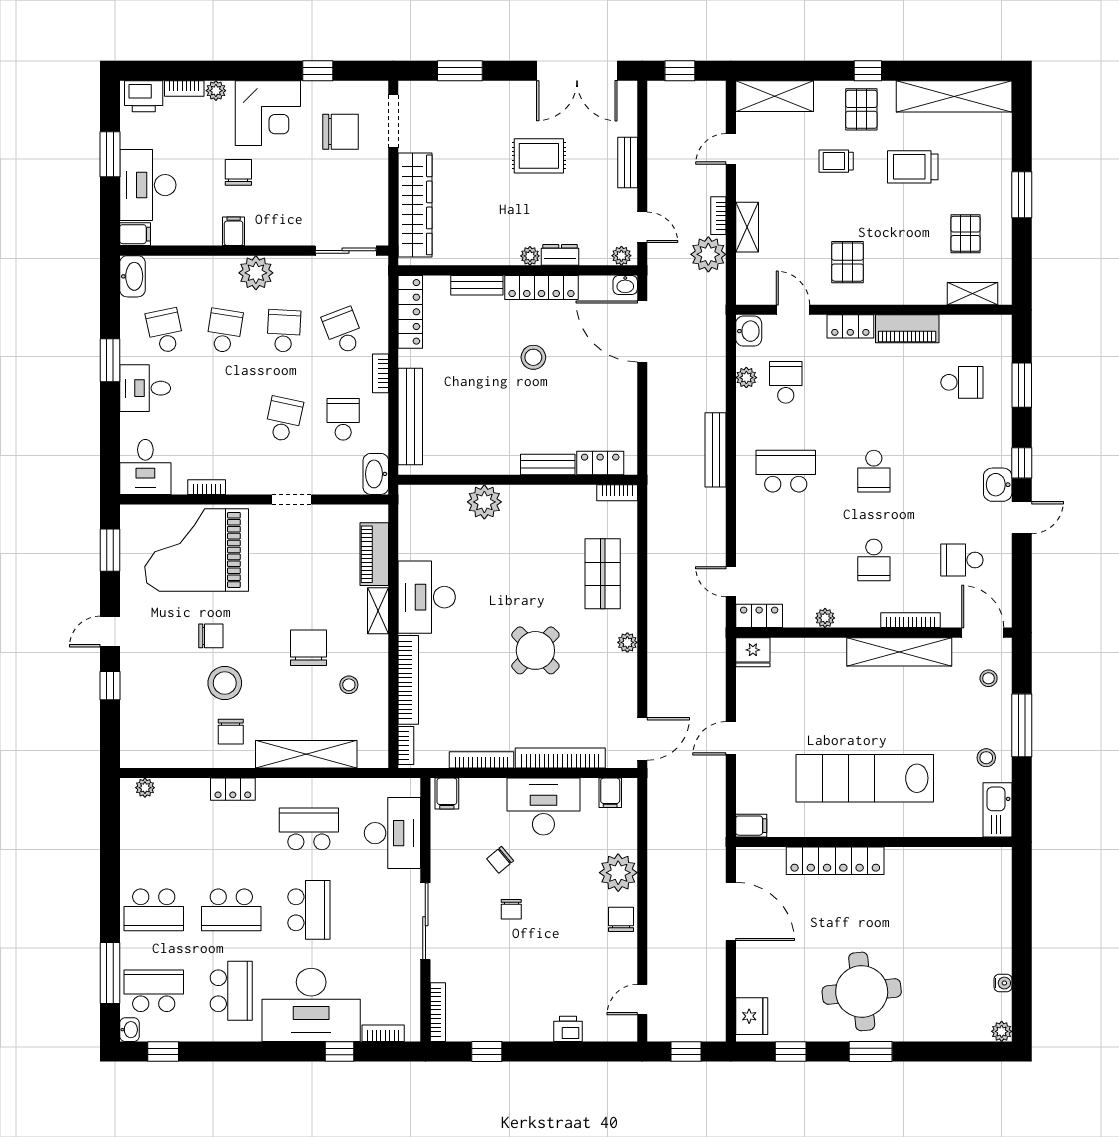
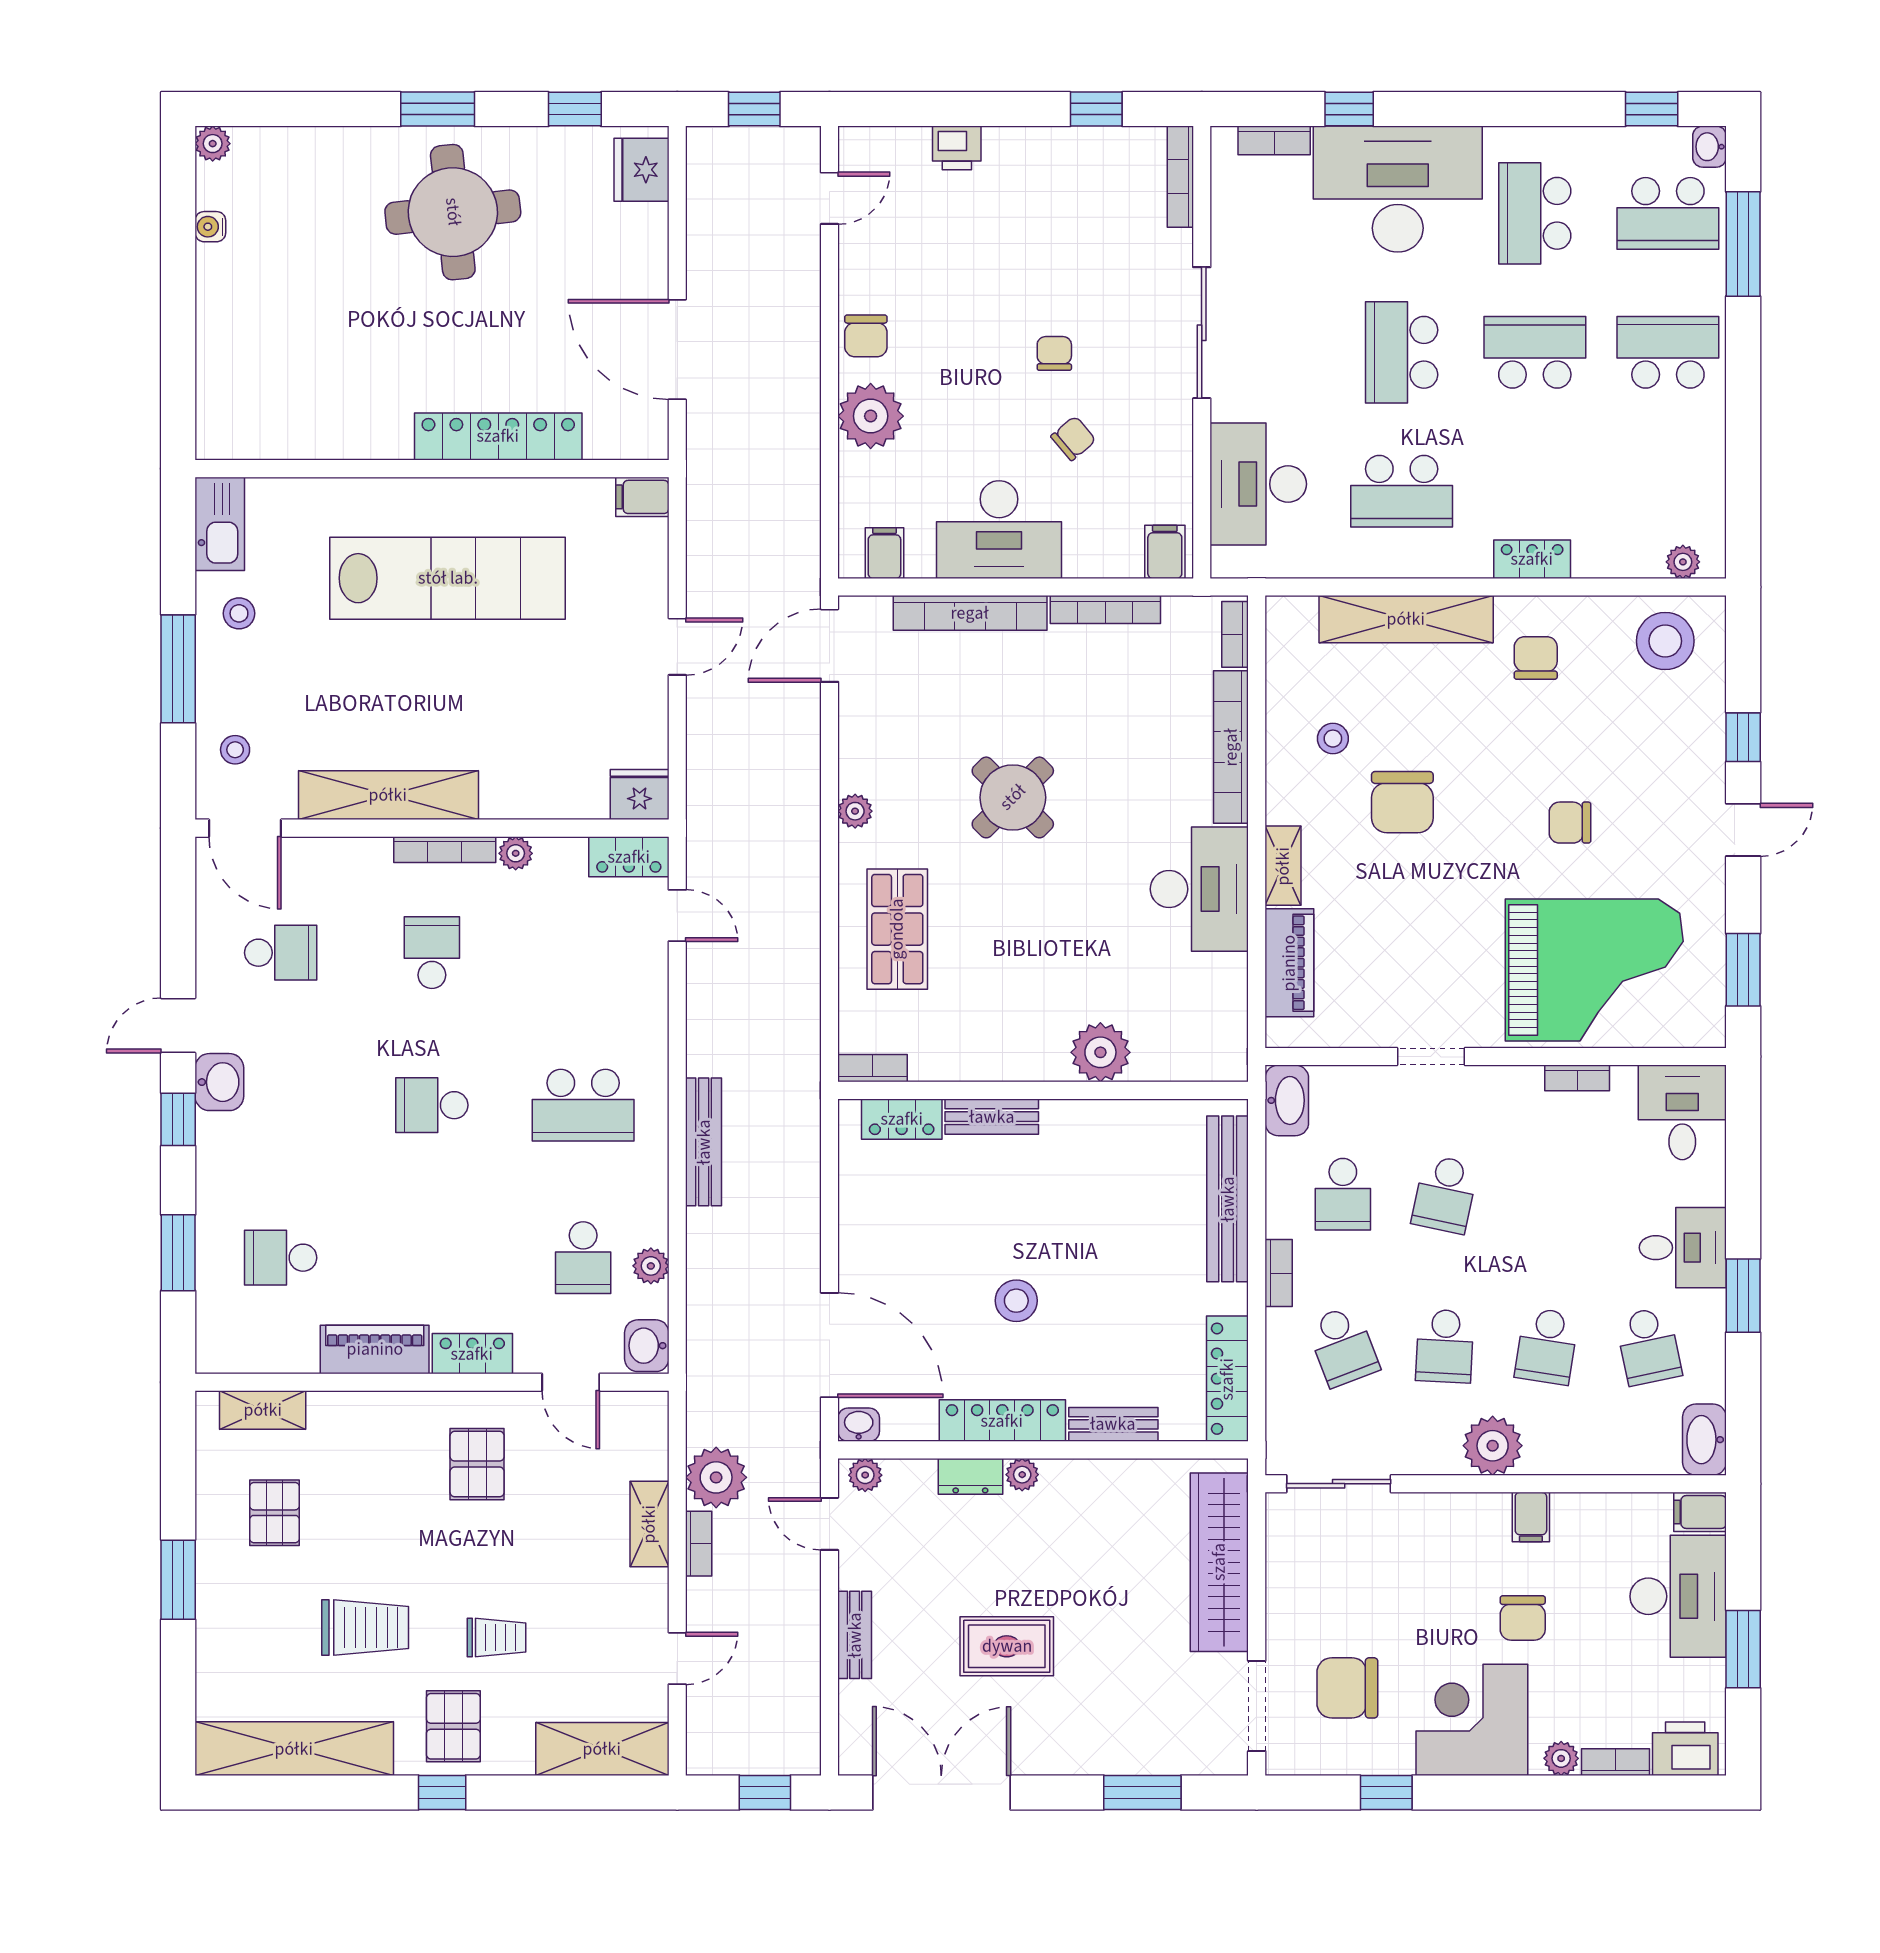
school desk: (874, 471) -> (432, 1105), turned -90
bookcase: (910, 620) -> (445, 850), moved
stool: (225, 683) -> (1665, 641), moved

